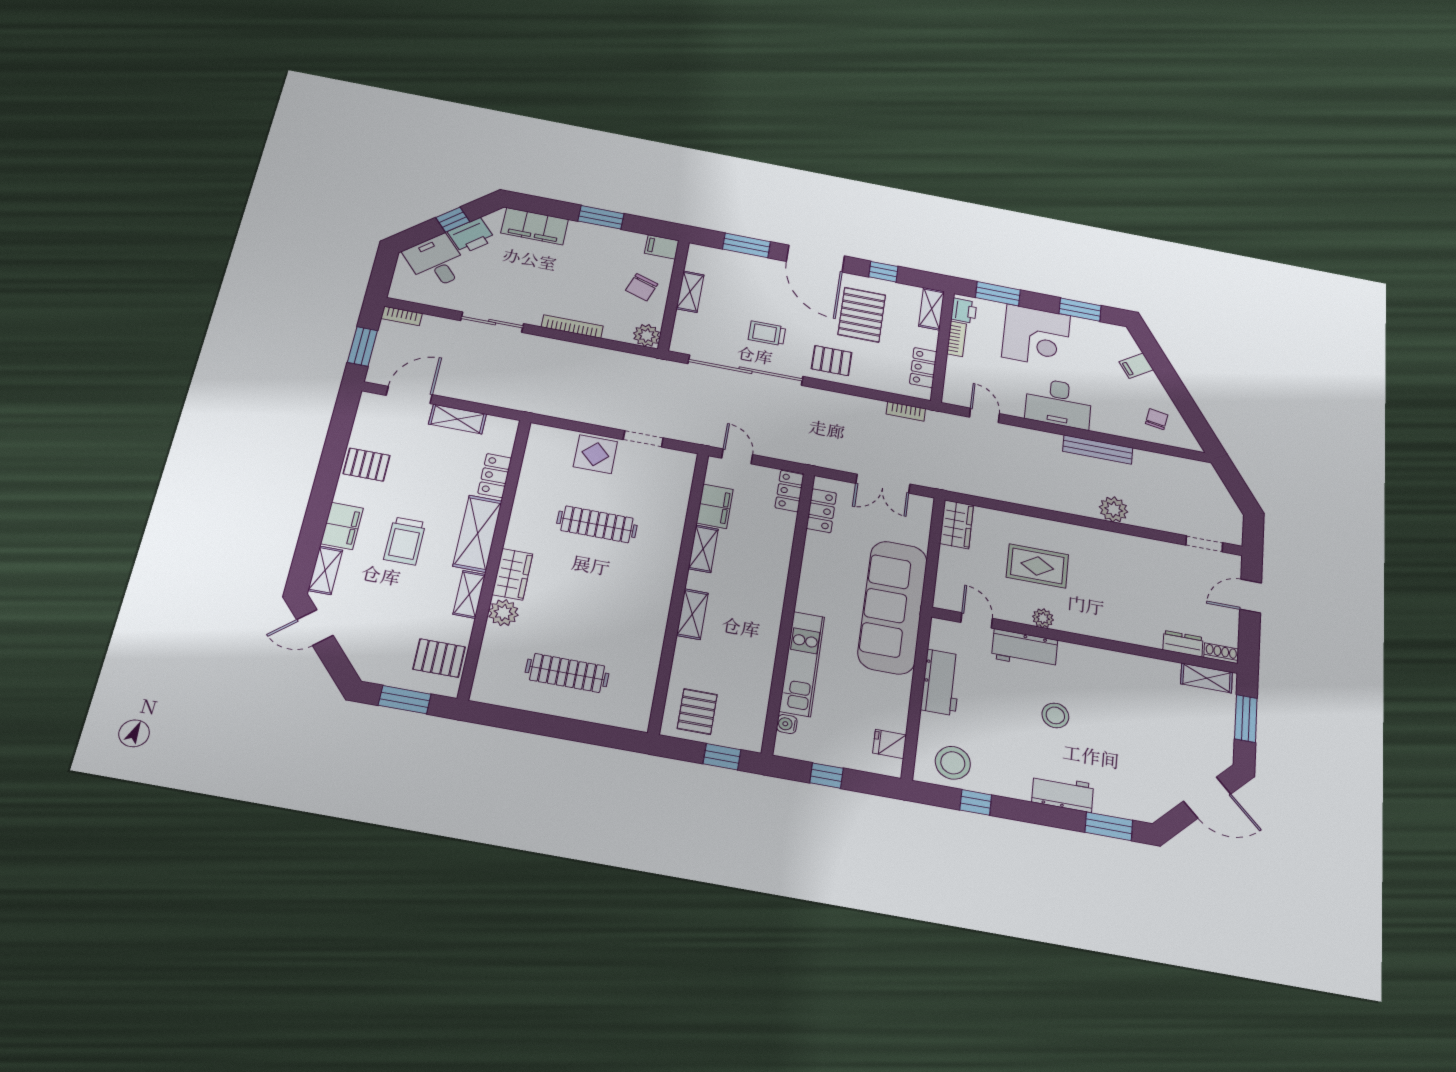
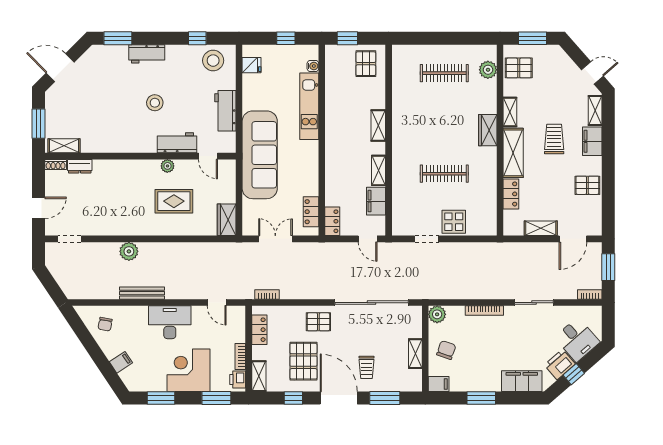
trolley: (767, 333) -> (367, 367), moved, turned 90
plant: (503, 613) -> (488, 70), moved

